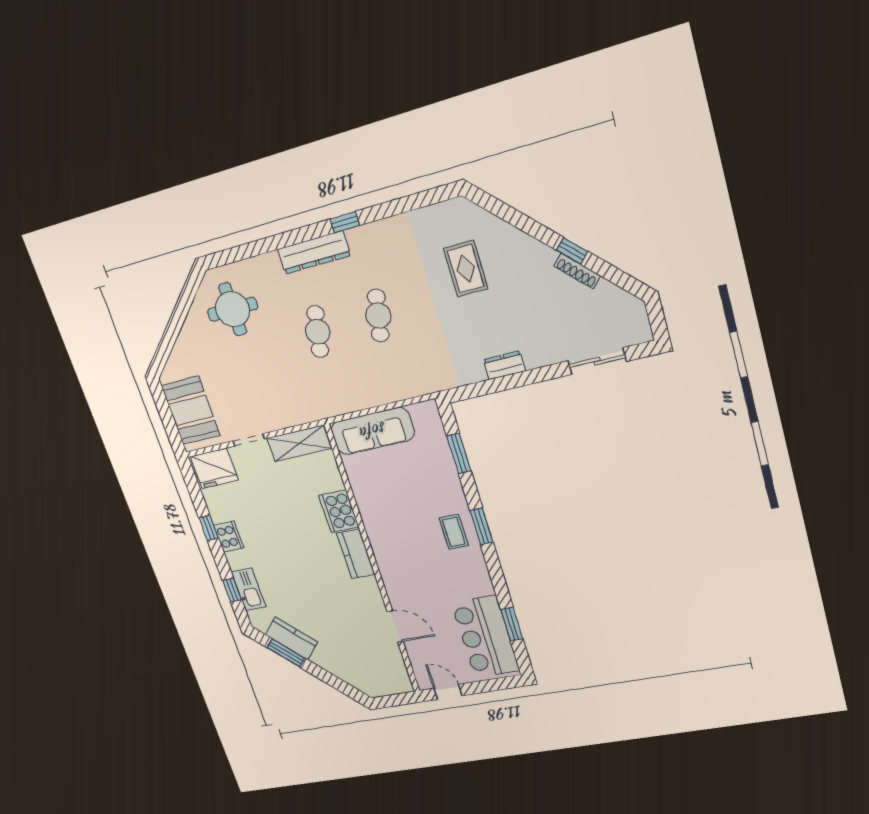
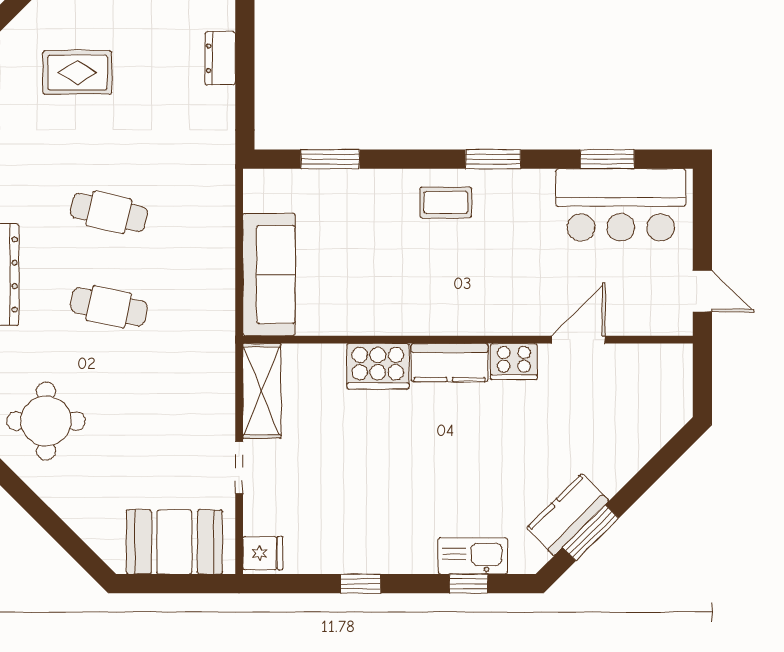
fridge: (214, 468) -> (263, 553), width x0.53, depth x0.75
window: (481, 526) -> (493, 159), moved
cooker: (229, 537) -> (514, 362), moved, turned 180
door: (448, 692) -> (702, 291), swing flipped

